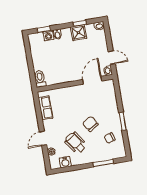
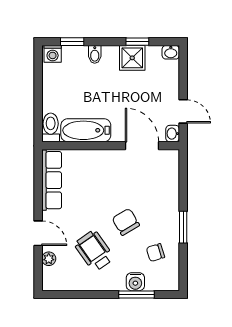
washing machine: (48, 35) -> (53, 54), moved
bathtub: (60, 77) -> (86, 130), added
door: (92, 80) -> (142, 146), hinge flipped
row of seats: (45, 108) -> (52, 180), width x1.48
door: (43, 138) -> (38, 233), swing flipped
water cooler: (65, 162) -> (135, 282), moved

